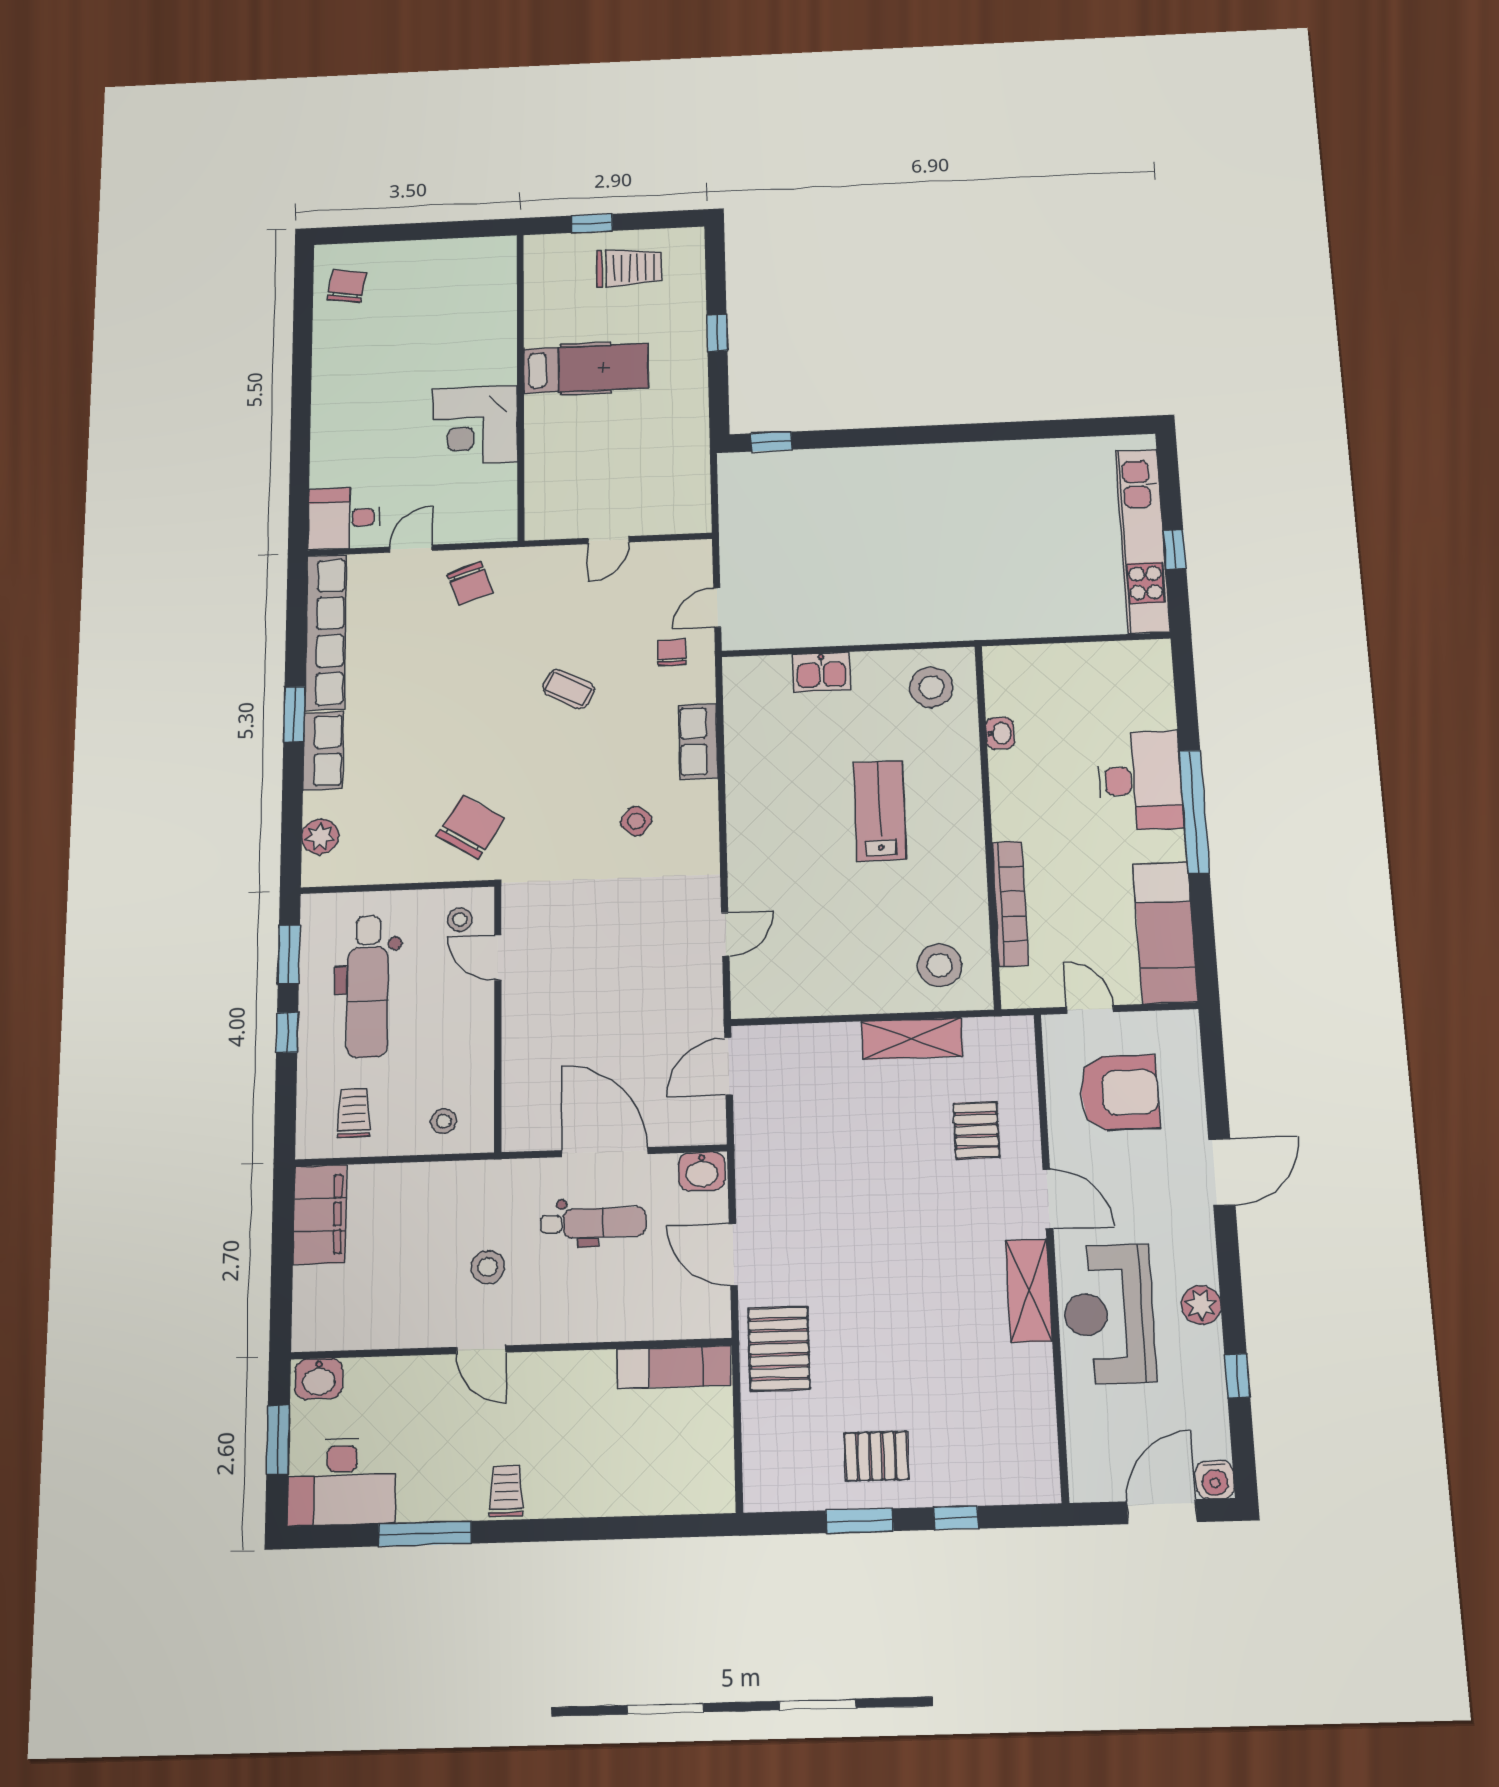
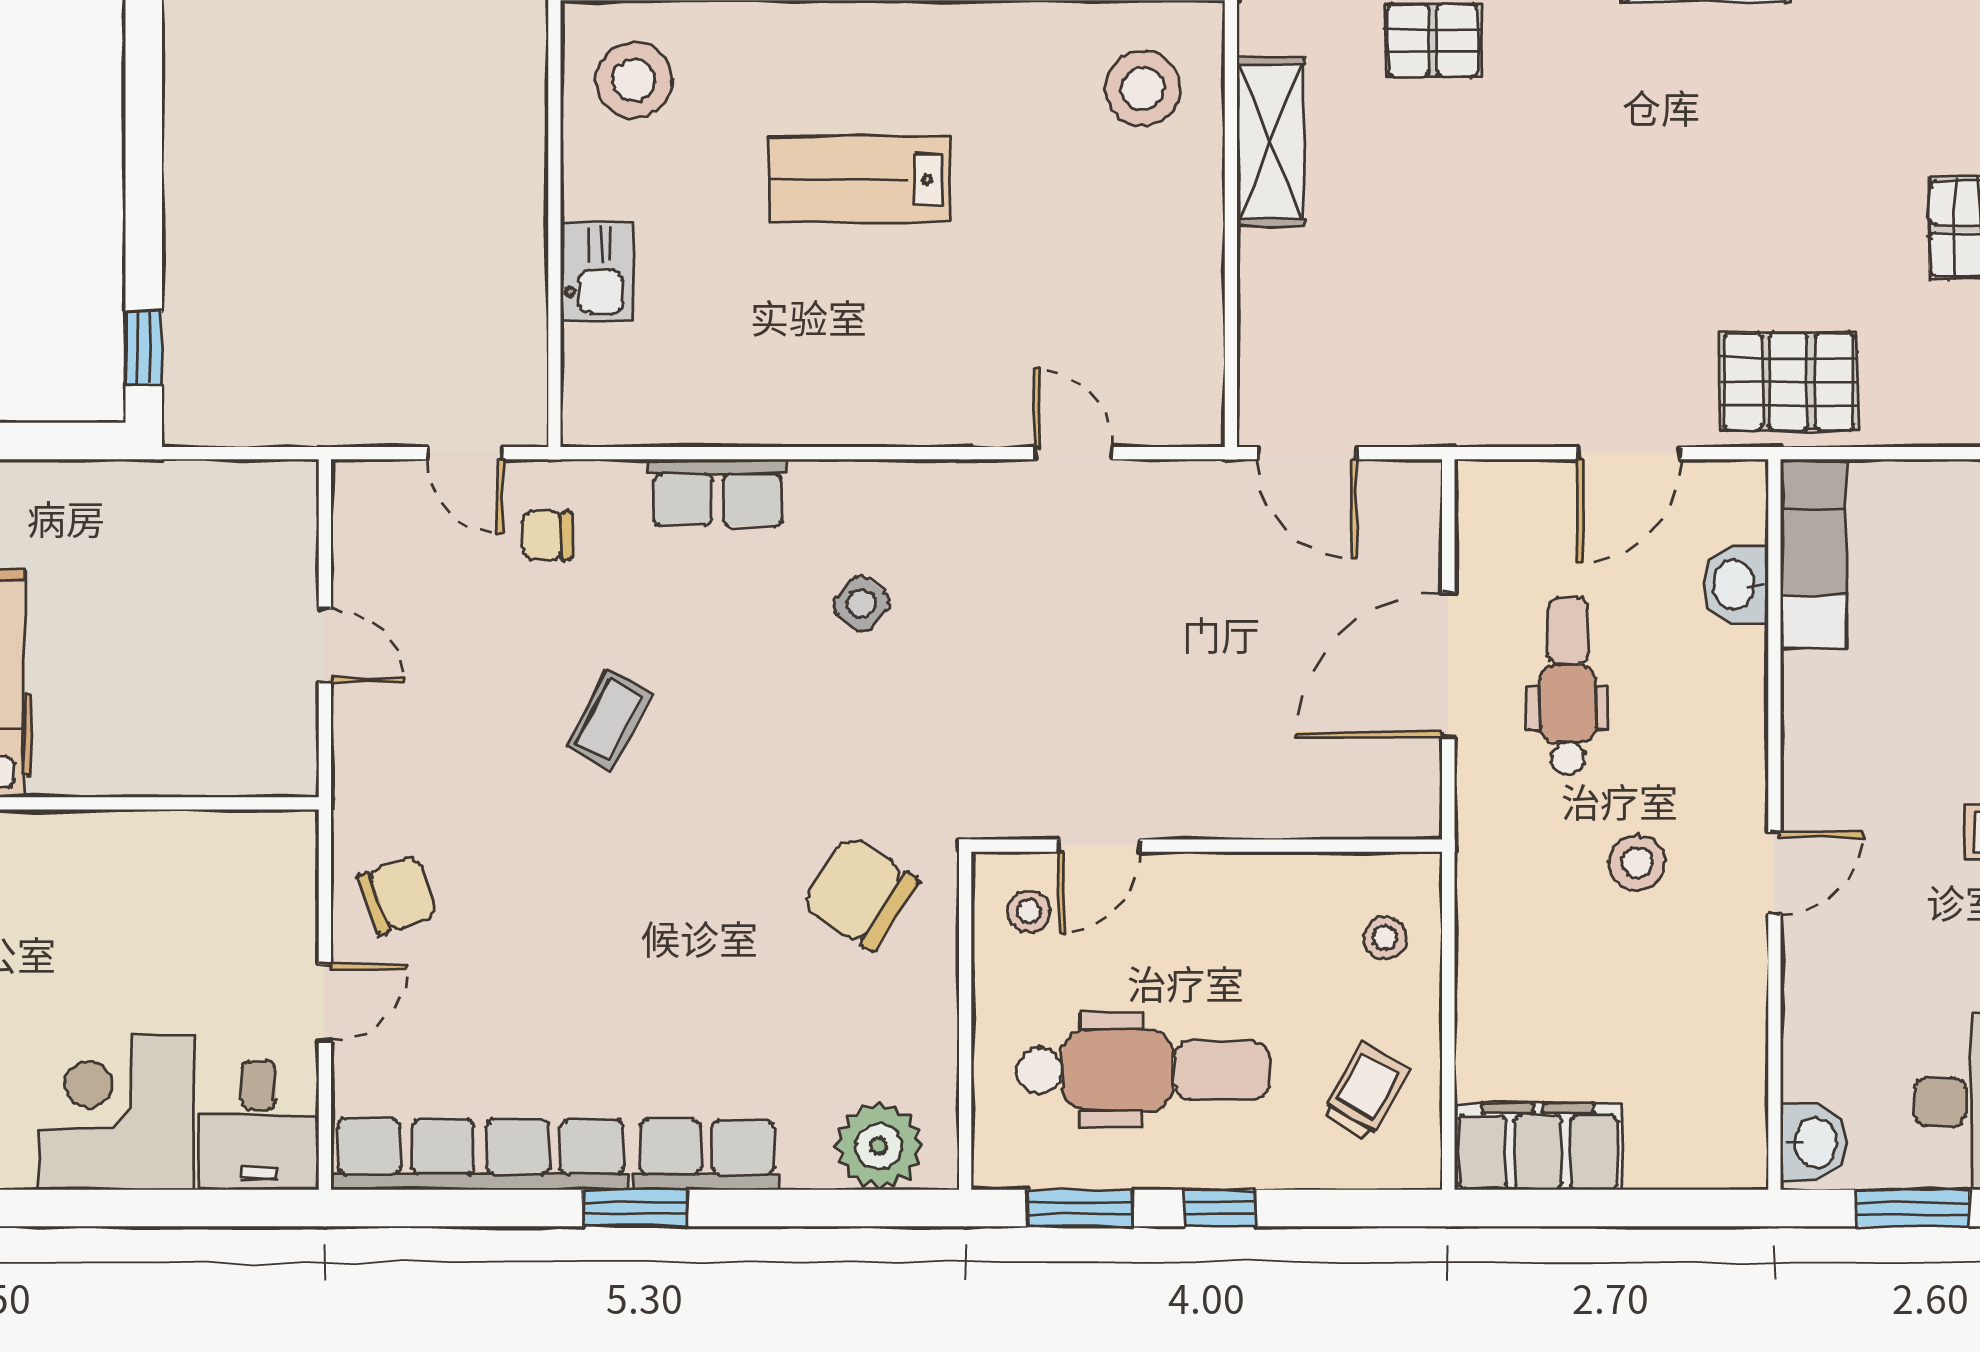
corner desk: (475, 425) -> (116, 1112), moved, turned 180
door: (411, 549) -> (325, 1003), swing flipped
plant: (320, 837) -> (879, 1146), width x1.36, depth x1.36
trolley: (354, 1113) -> (1365, 1091), turned 119
washbasin: (702, 1171) -> (1736, 585), moved, turned 180

